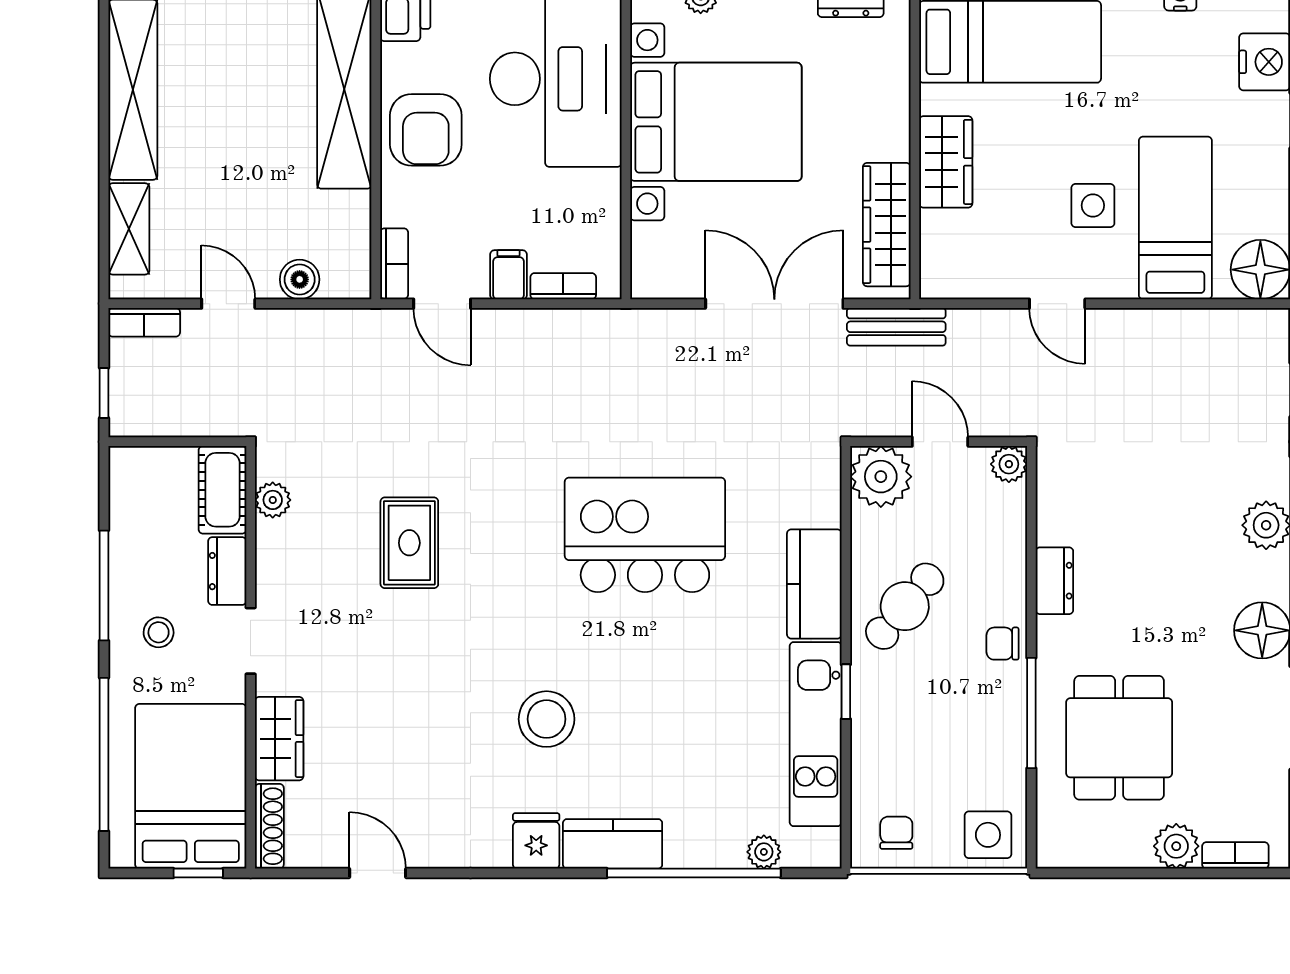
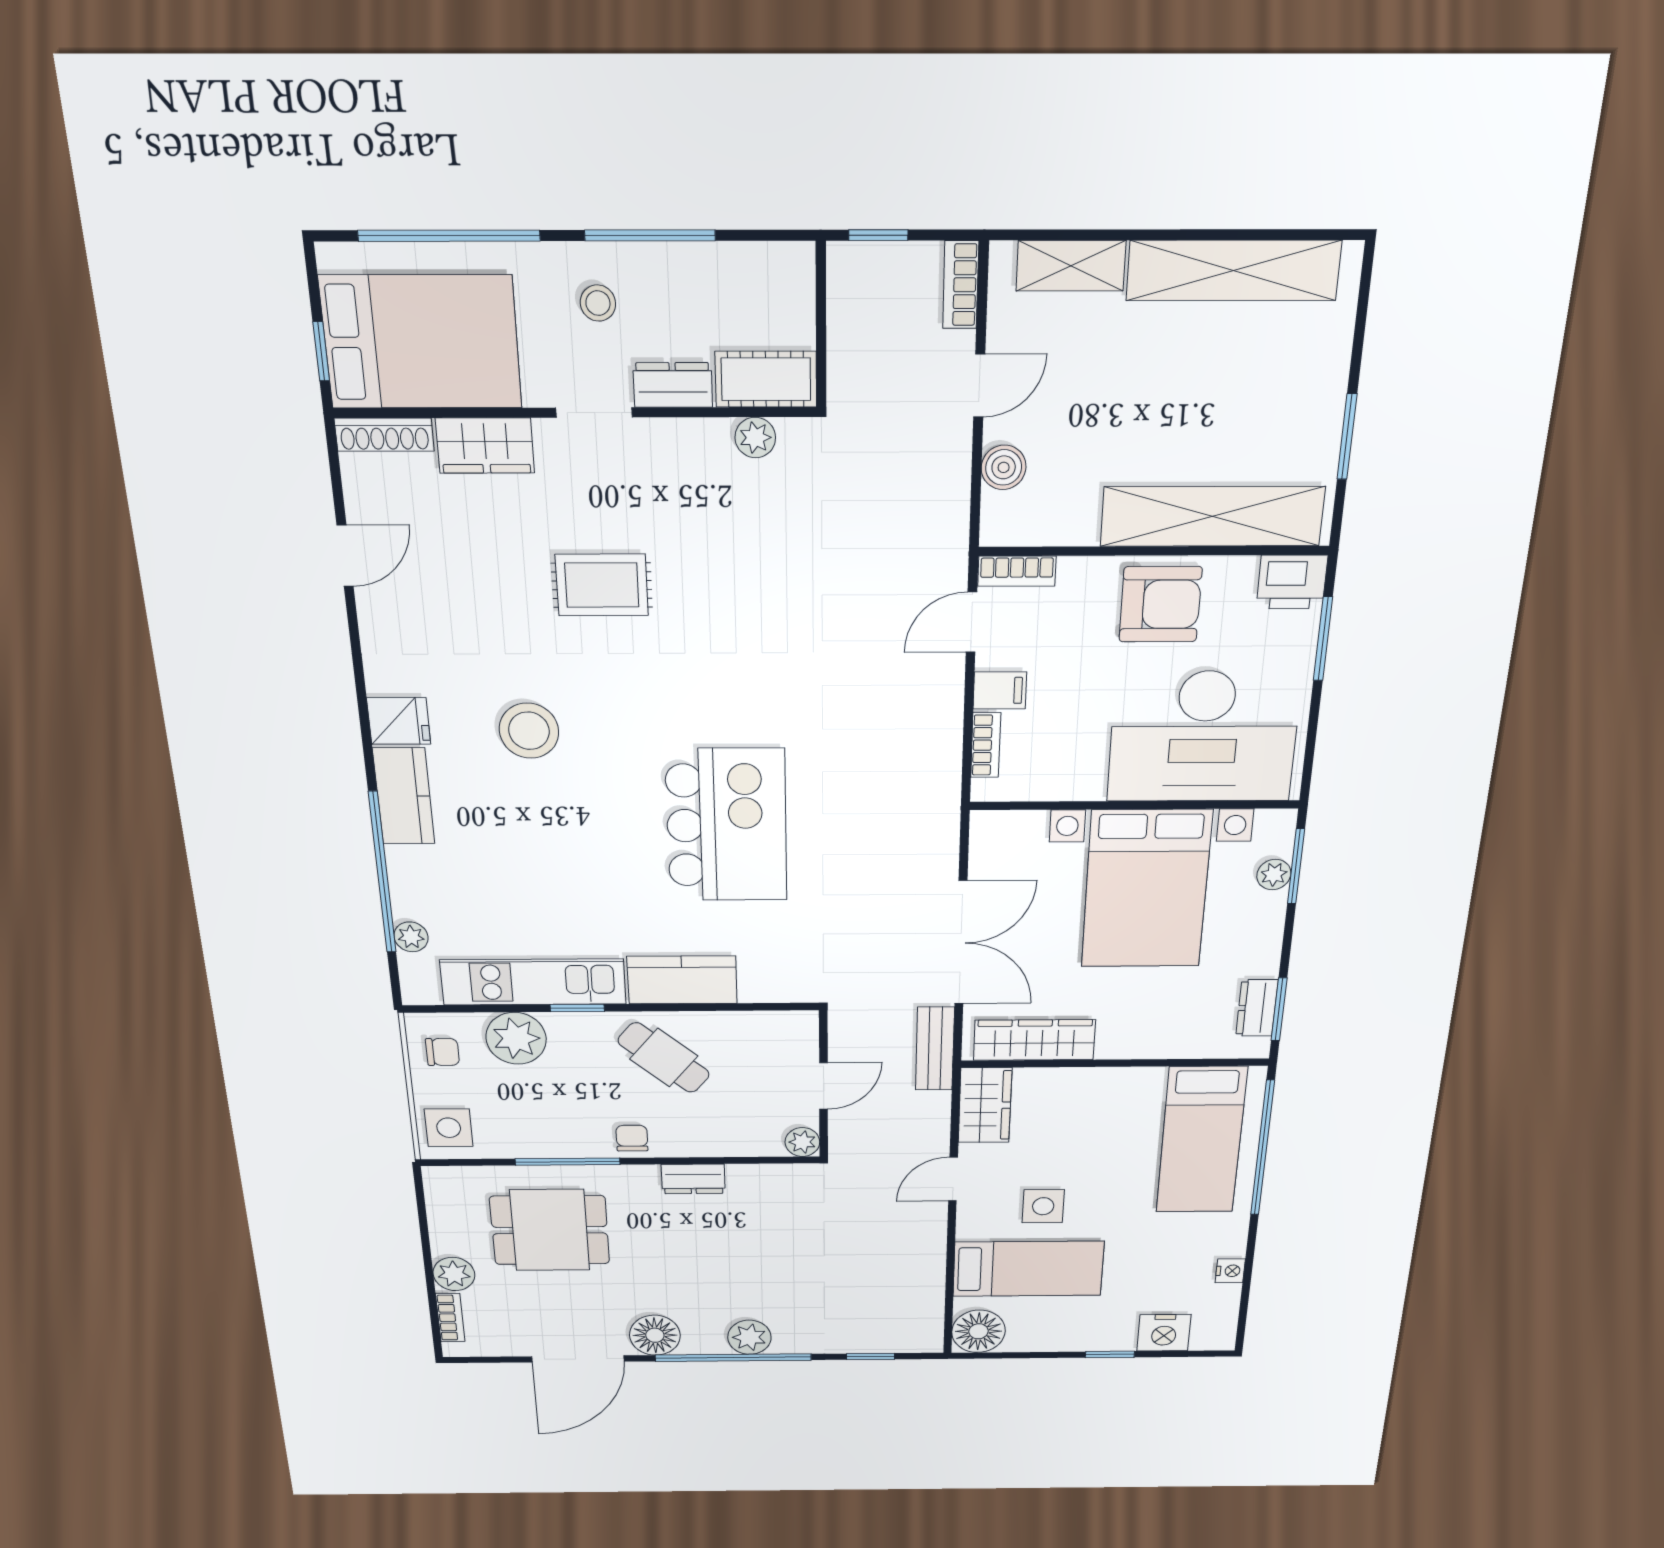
armchair: (426, 130) -> (1160, 604), turned 180
wardrobe: (946, 162) -> (985, 1105), moved, turned -90
plant: (881, 477) -> (516, 1038), moved
rug: (409, 543) -> (602, 585), moved

